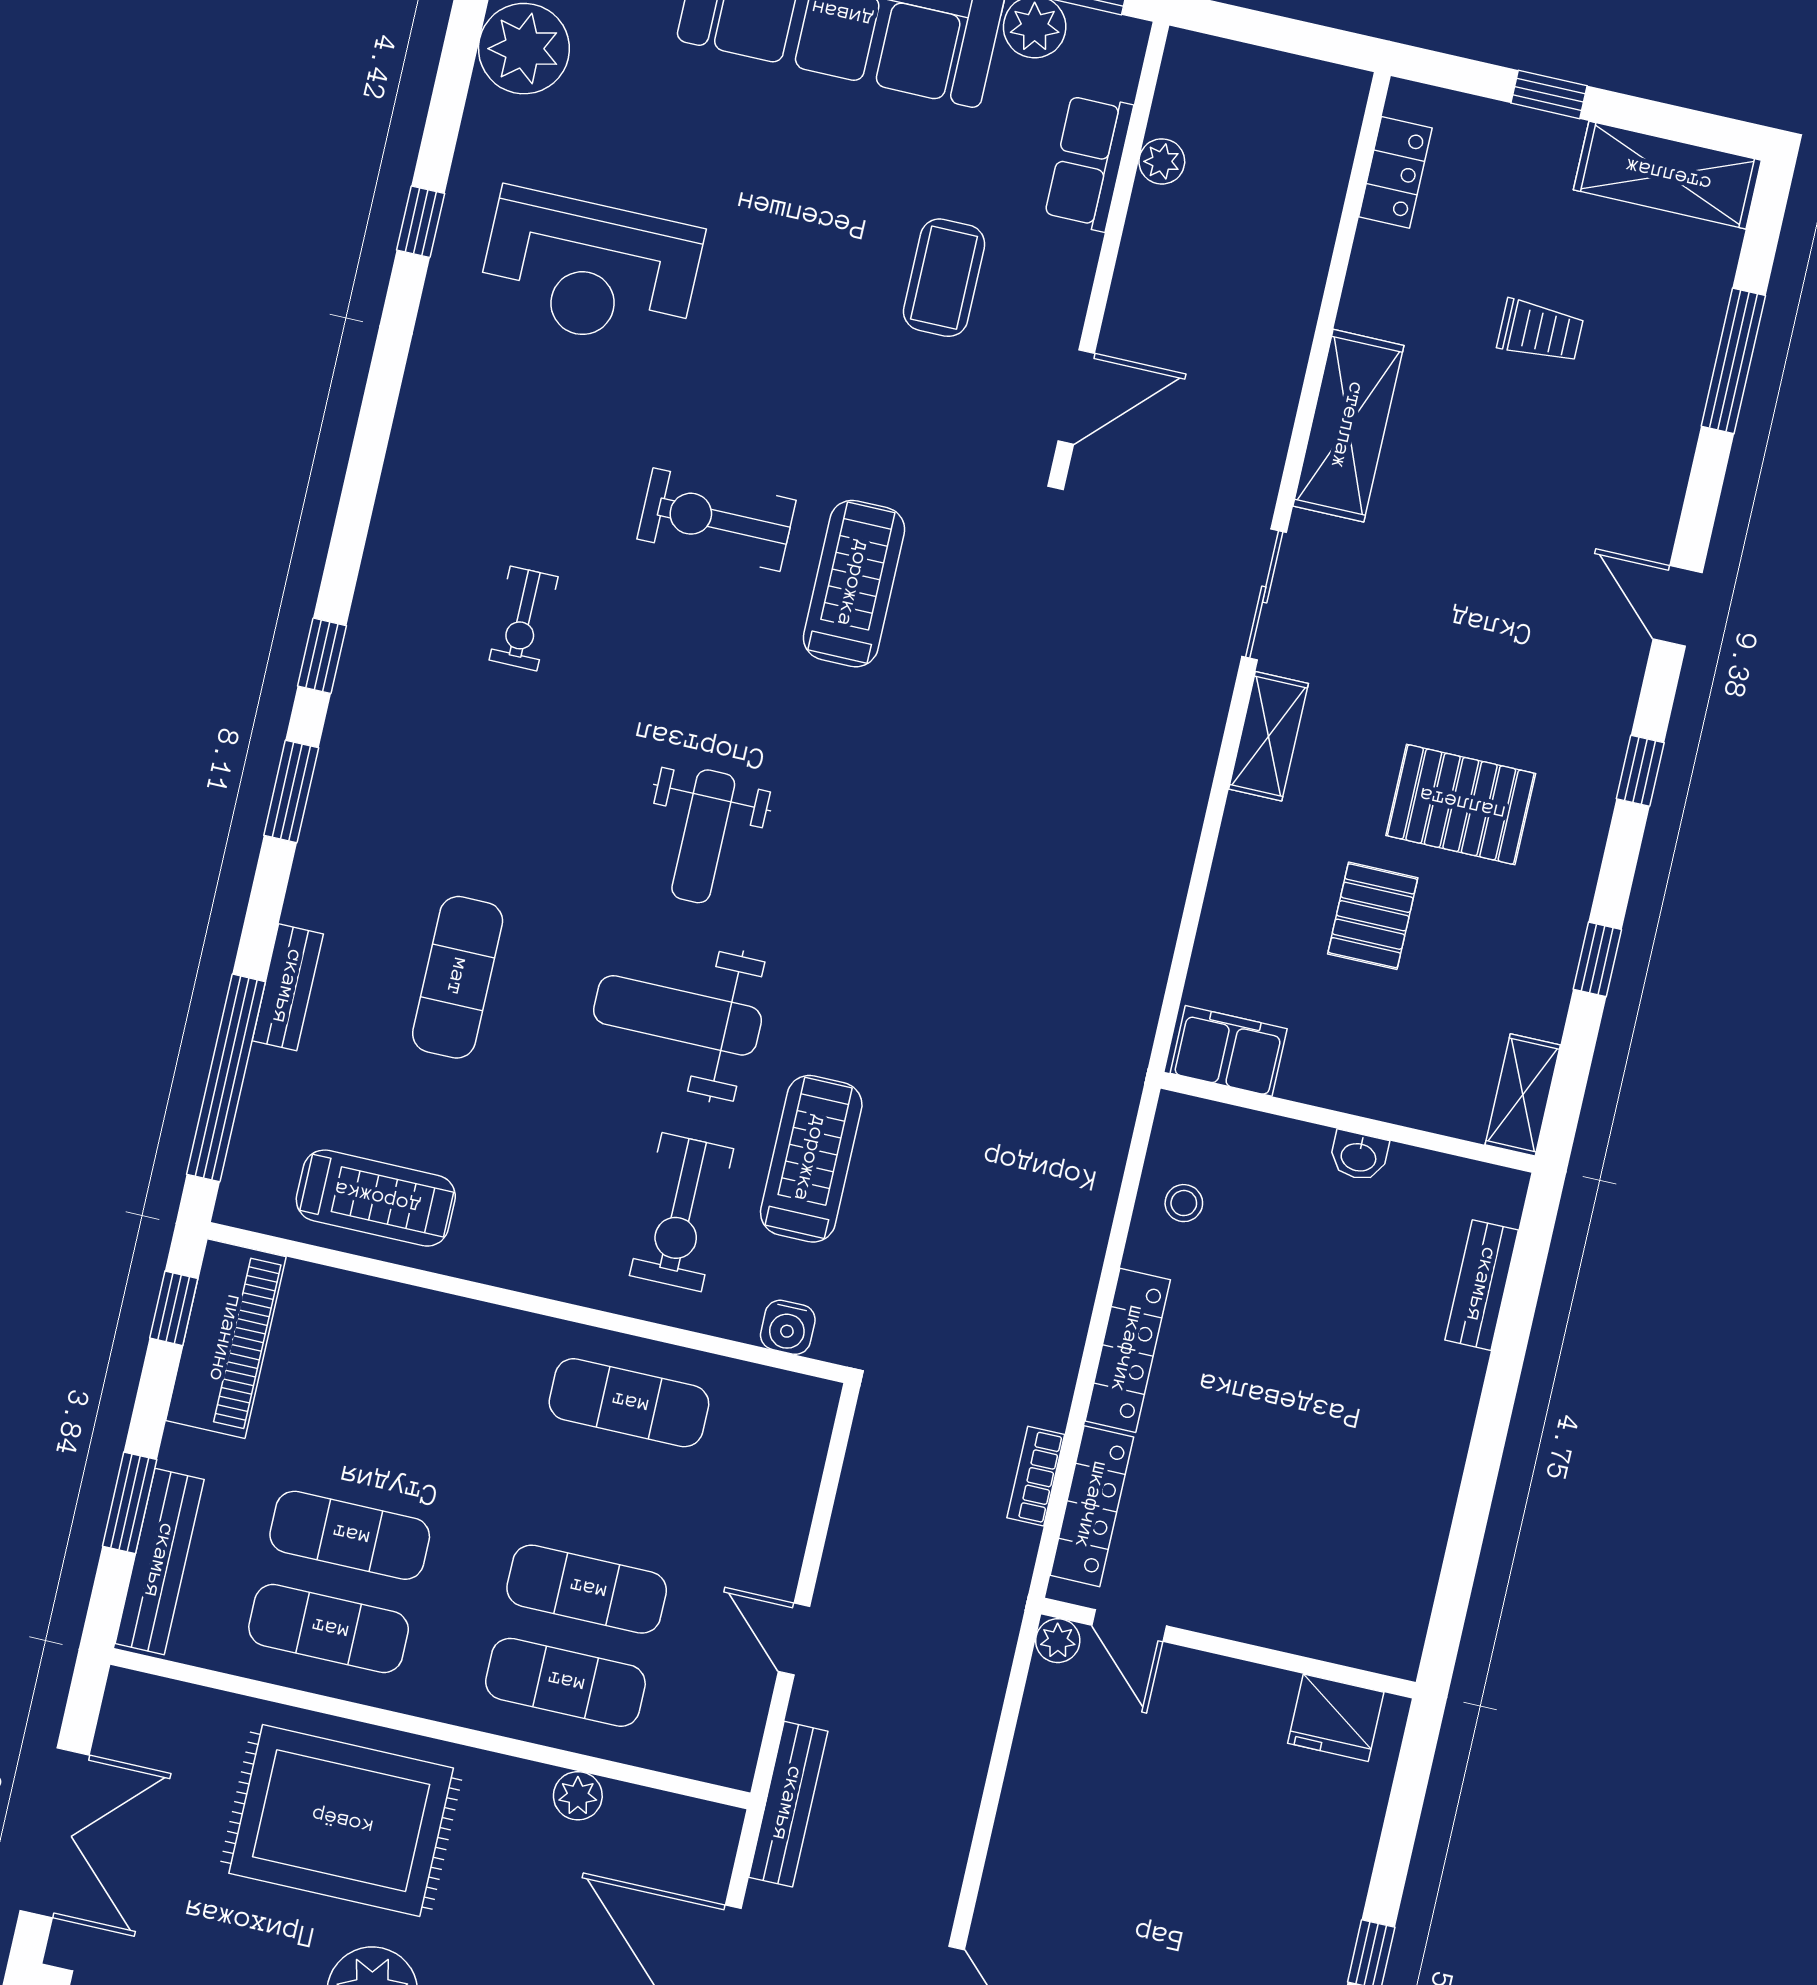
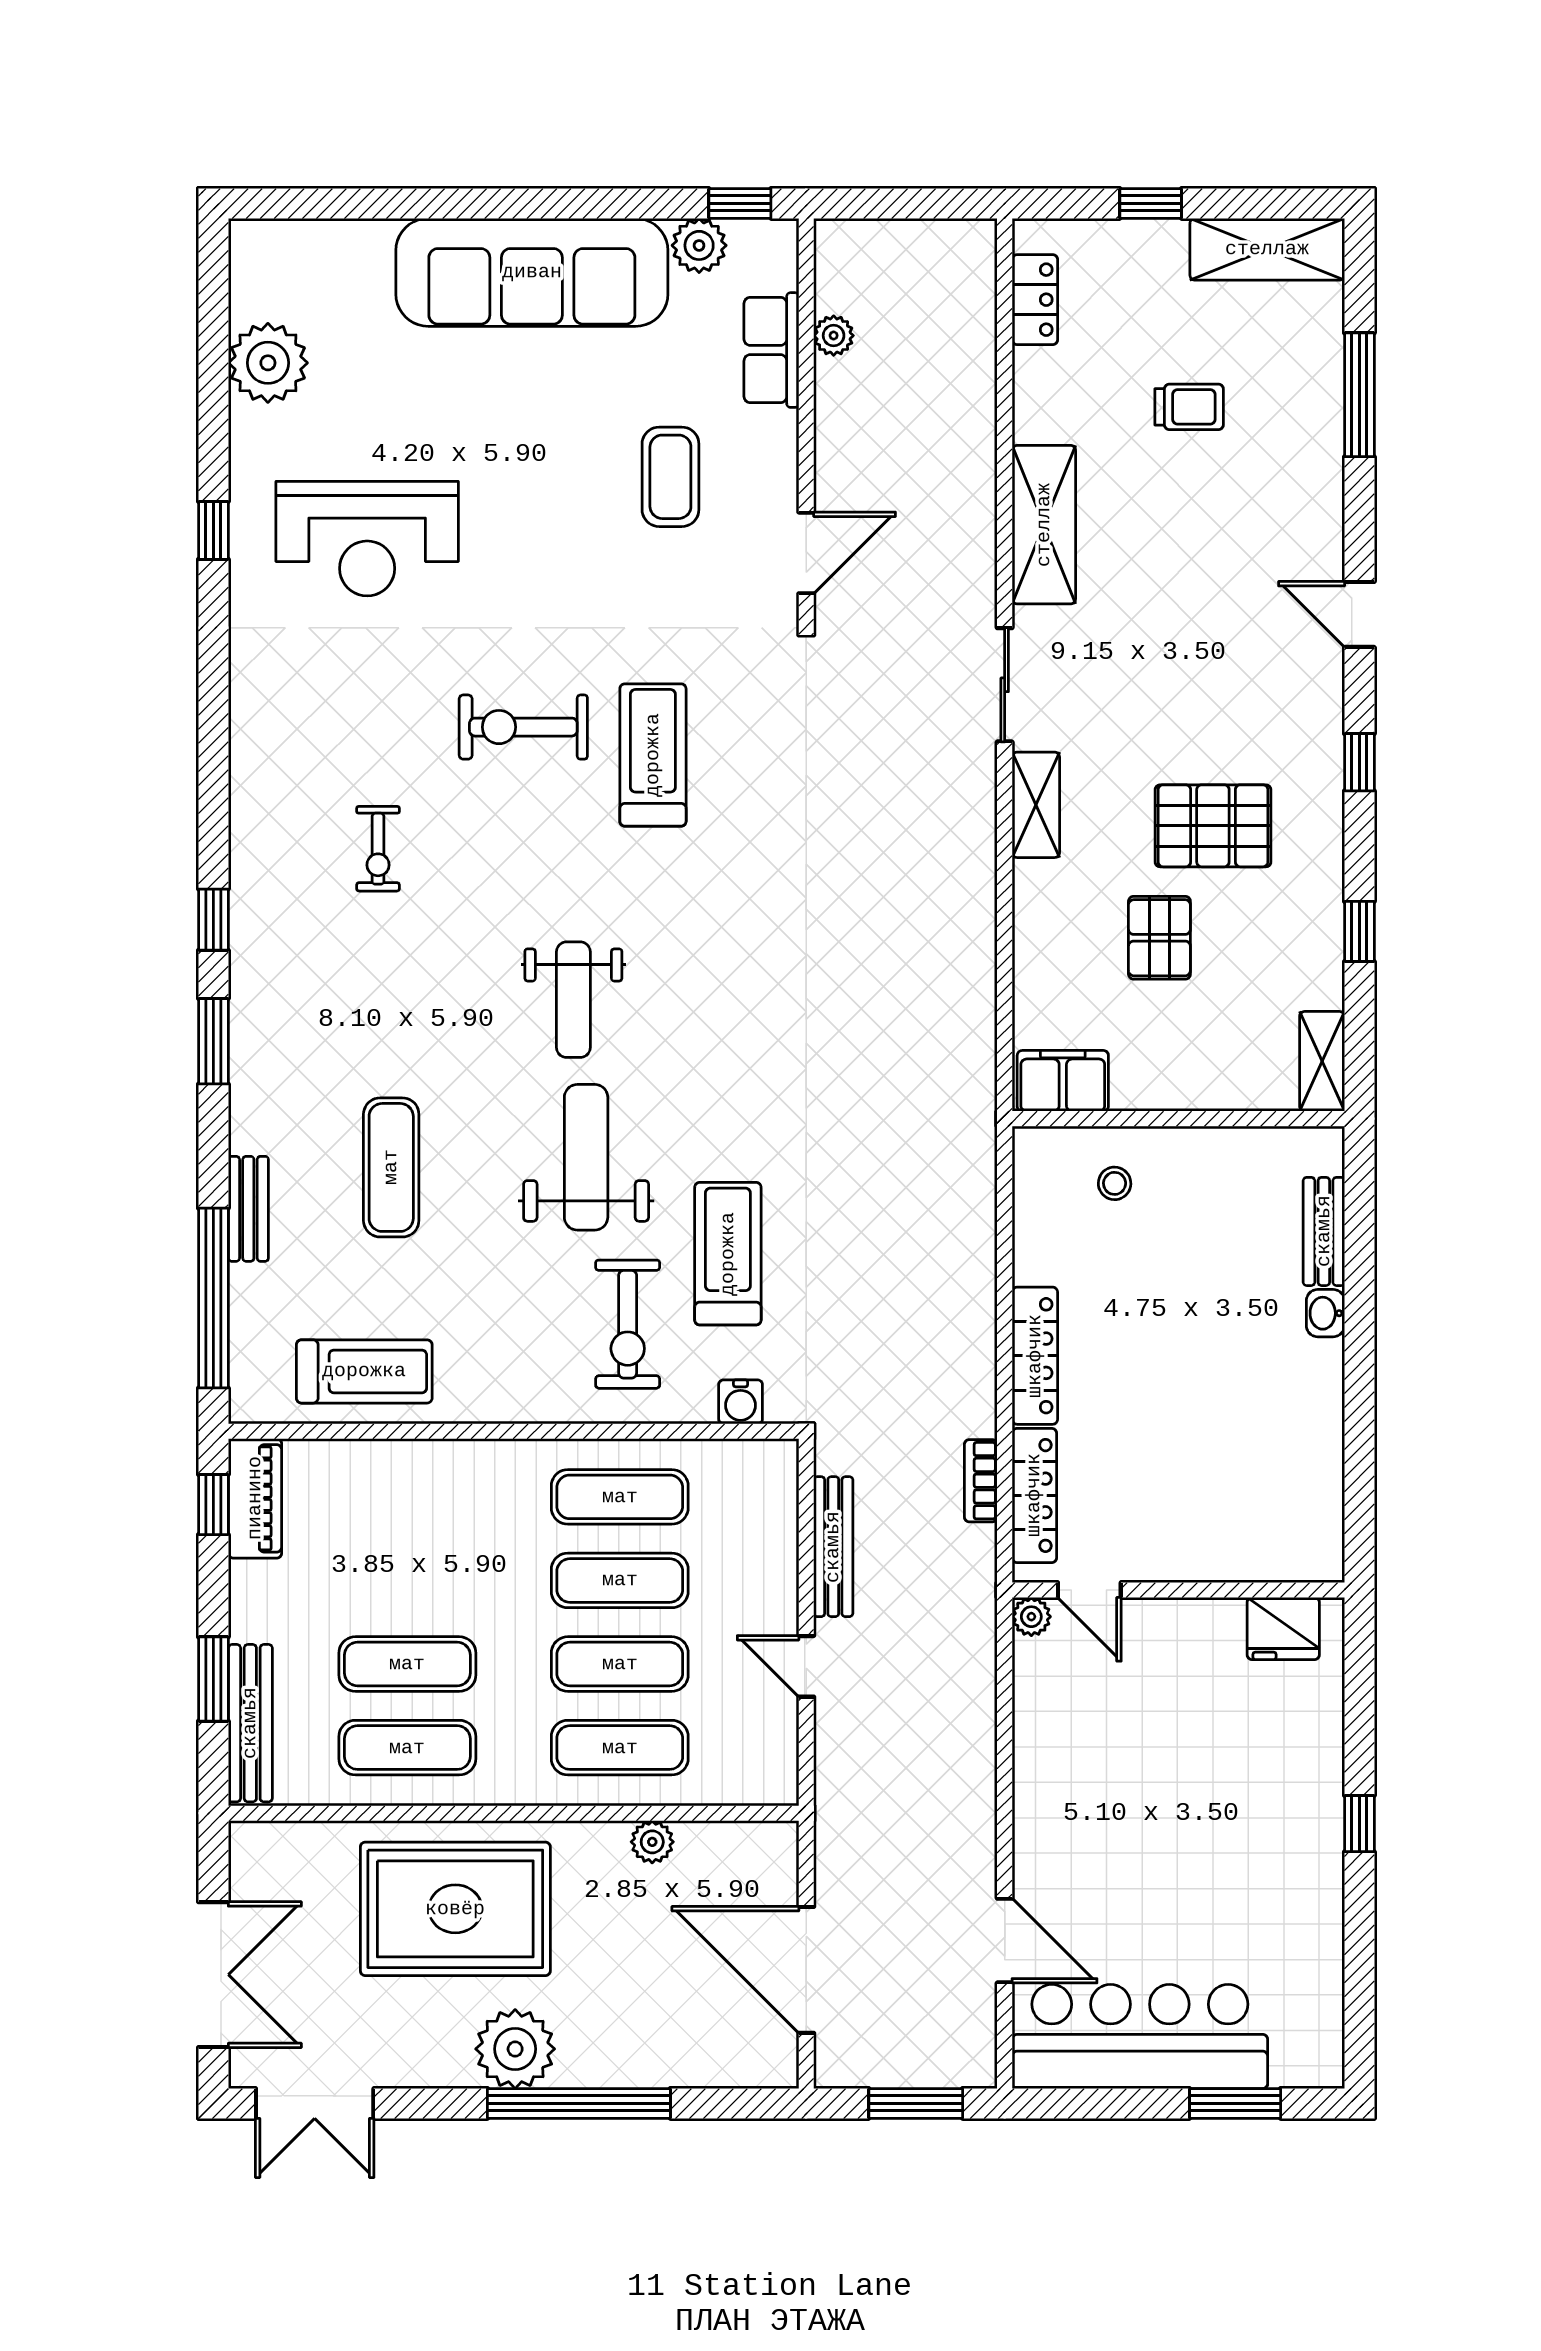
weight bench: (678, 1015) -> (586, 1157), turned 90
washbasin: (1359, 1156) -> (1325, 1313), moved, turned 90
stool: (1184, 1203) -> (1115, 1183), moved
piano: (226, 1339) -> (255, 1498), width x0.73, depth x0.75
exercise mat: (608, 1496) -> (620, 1580), added
bench: (788, 1804) -> (833, 1547), moved

